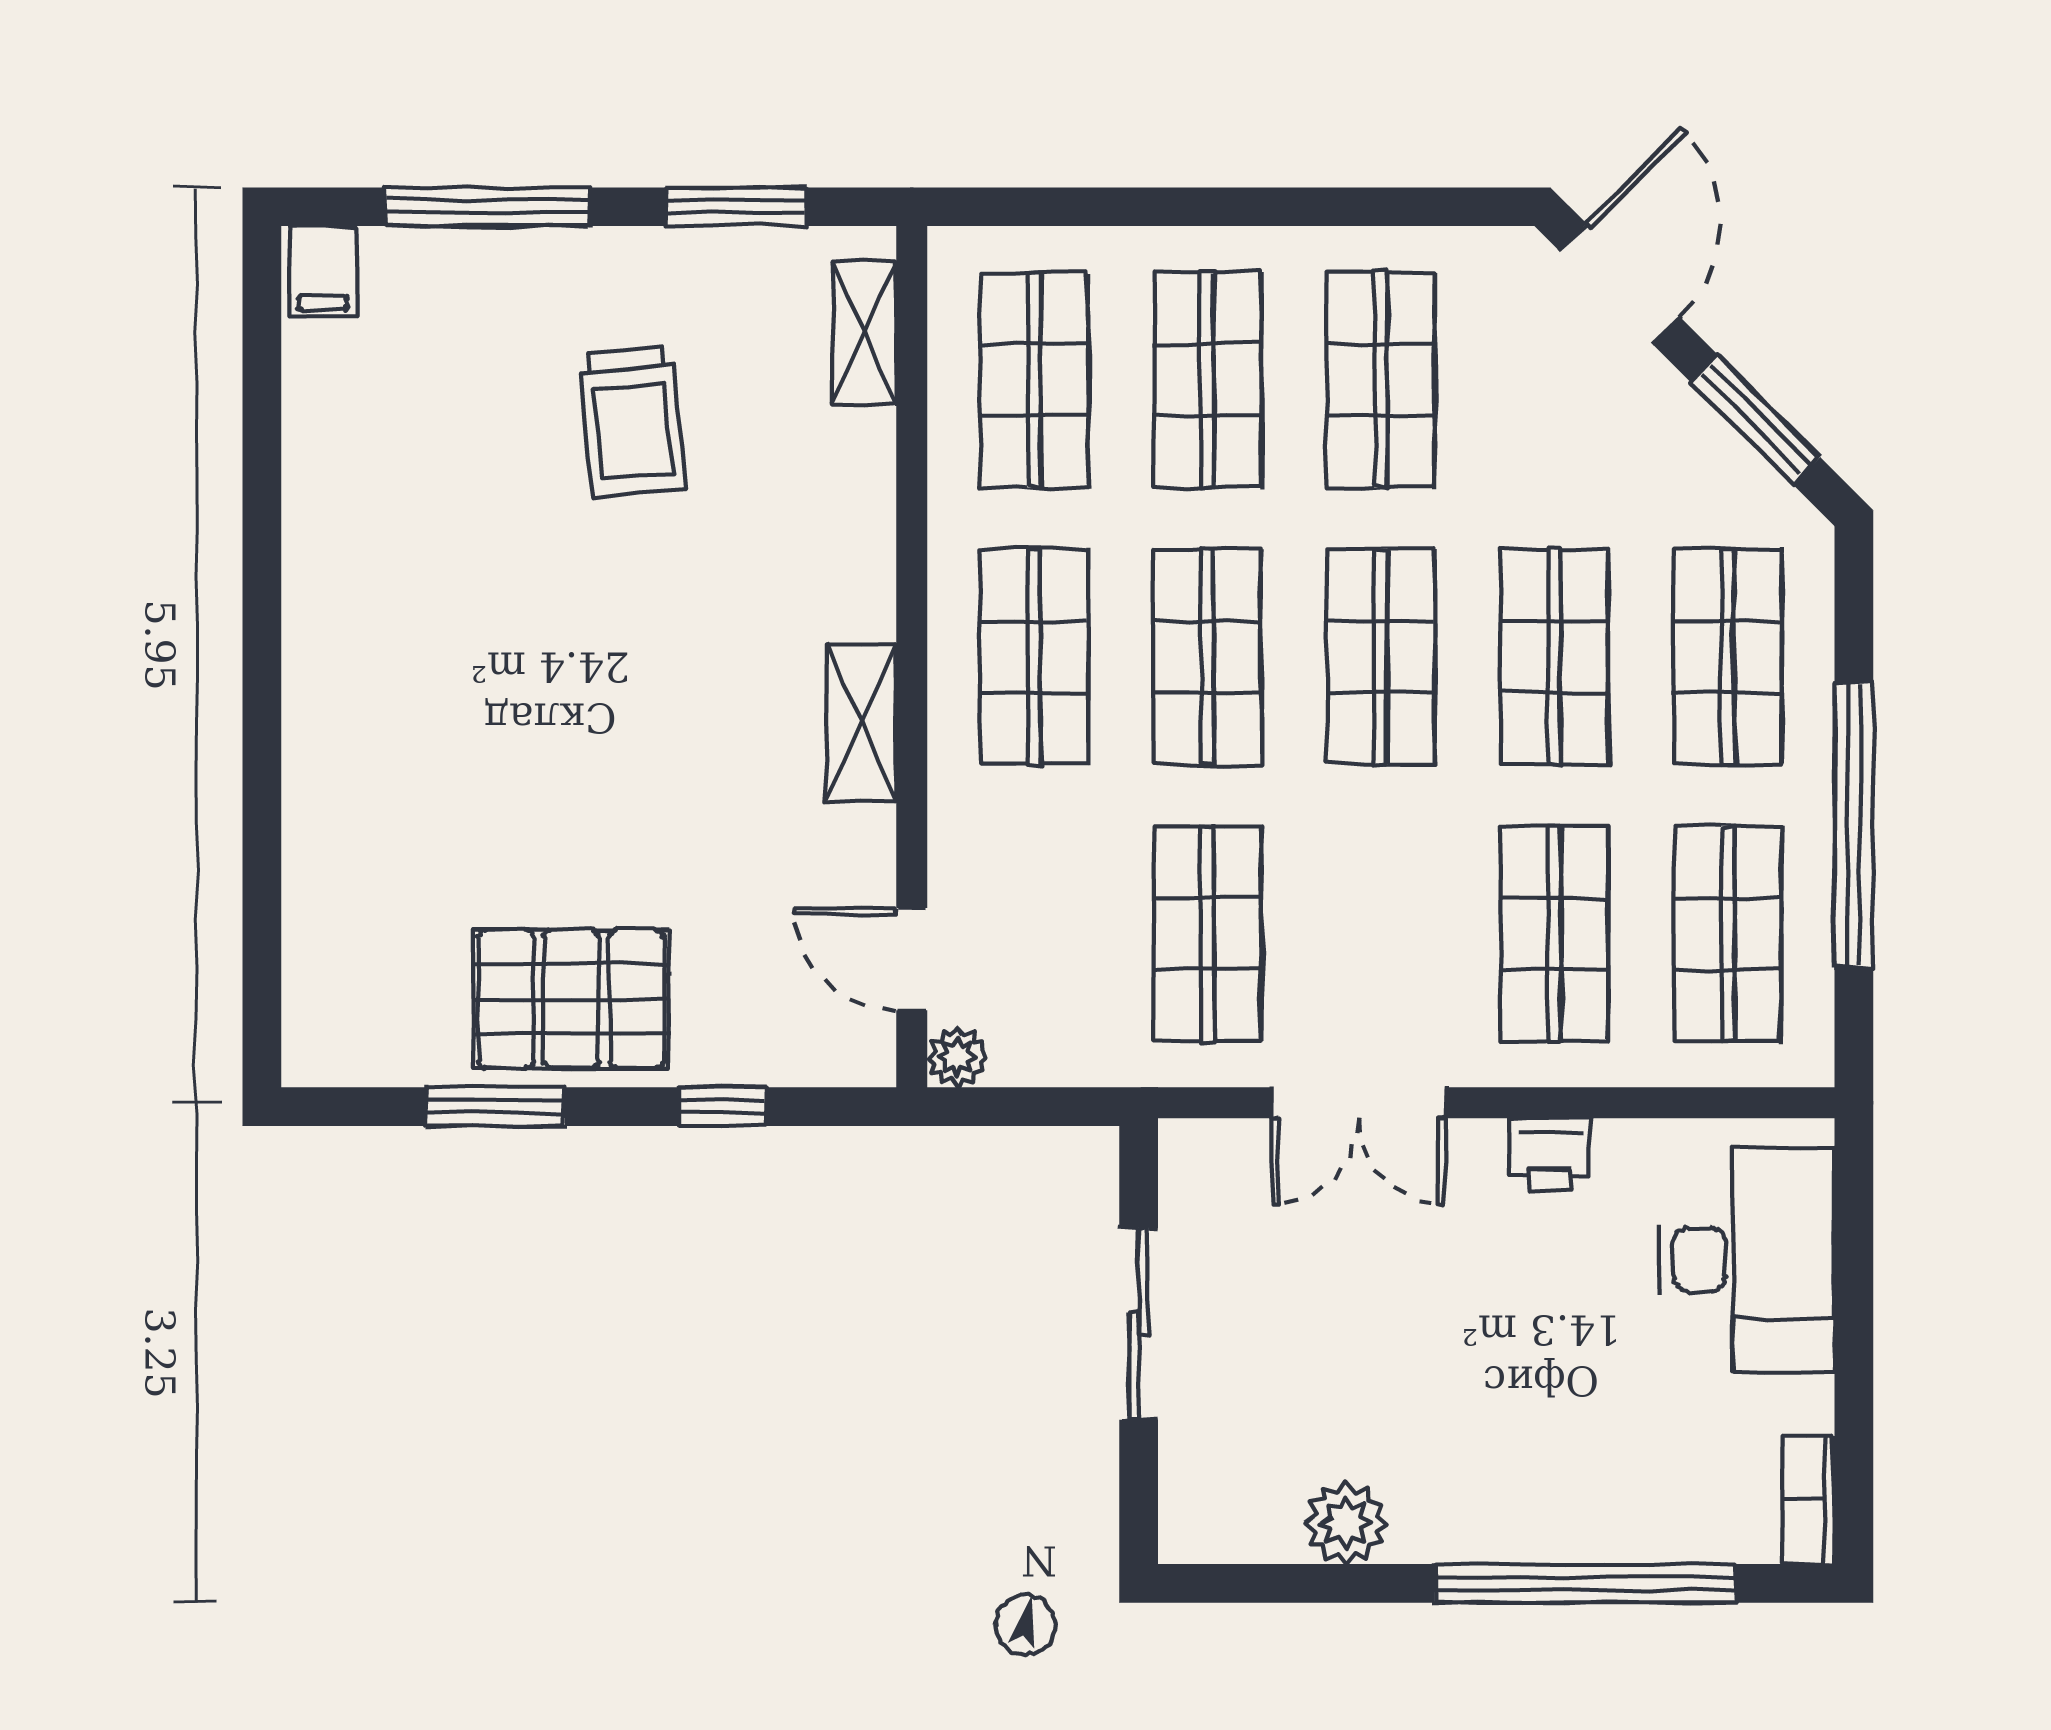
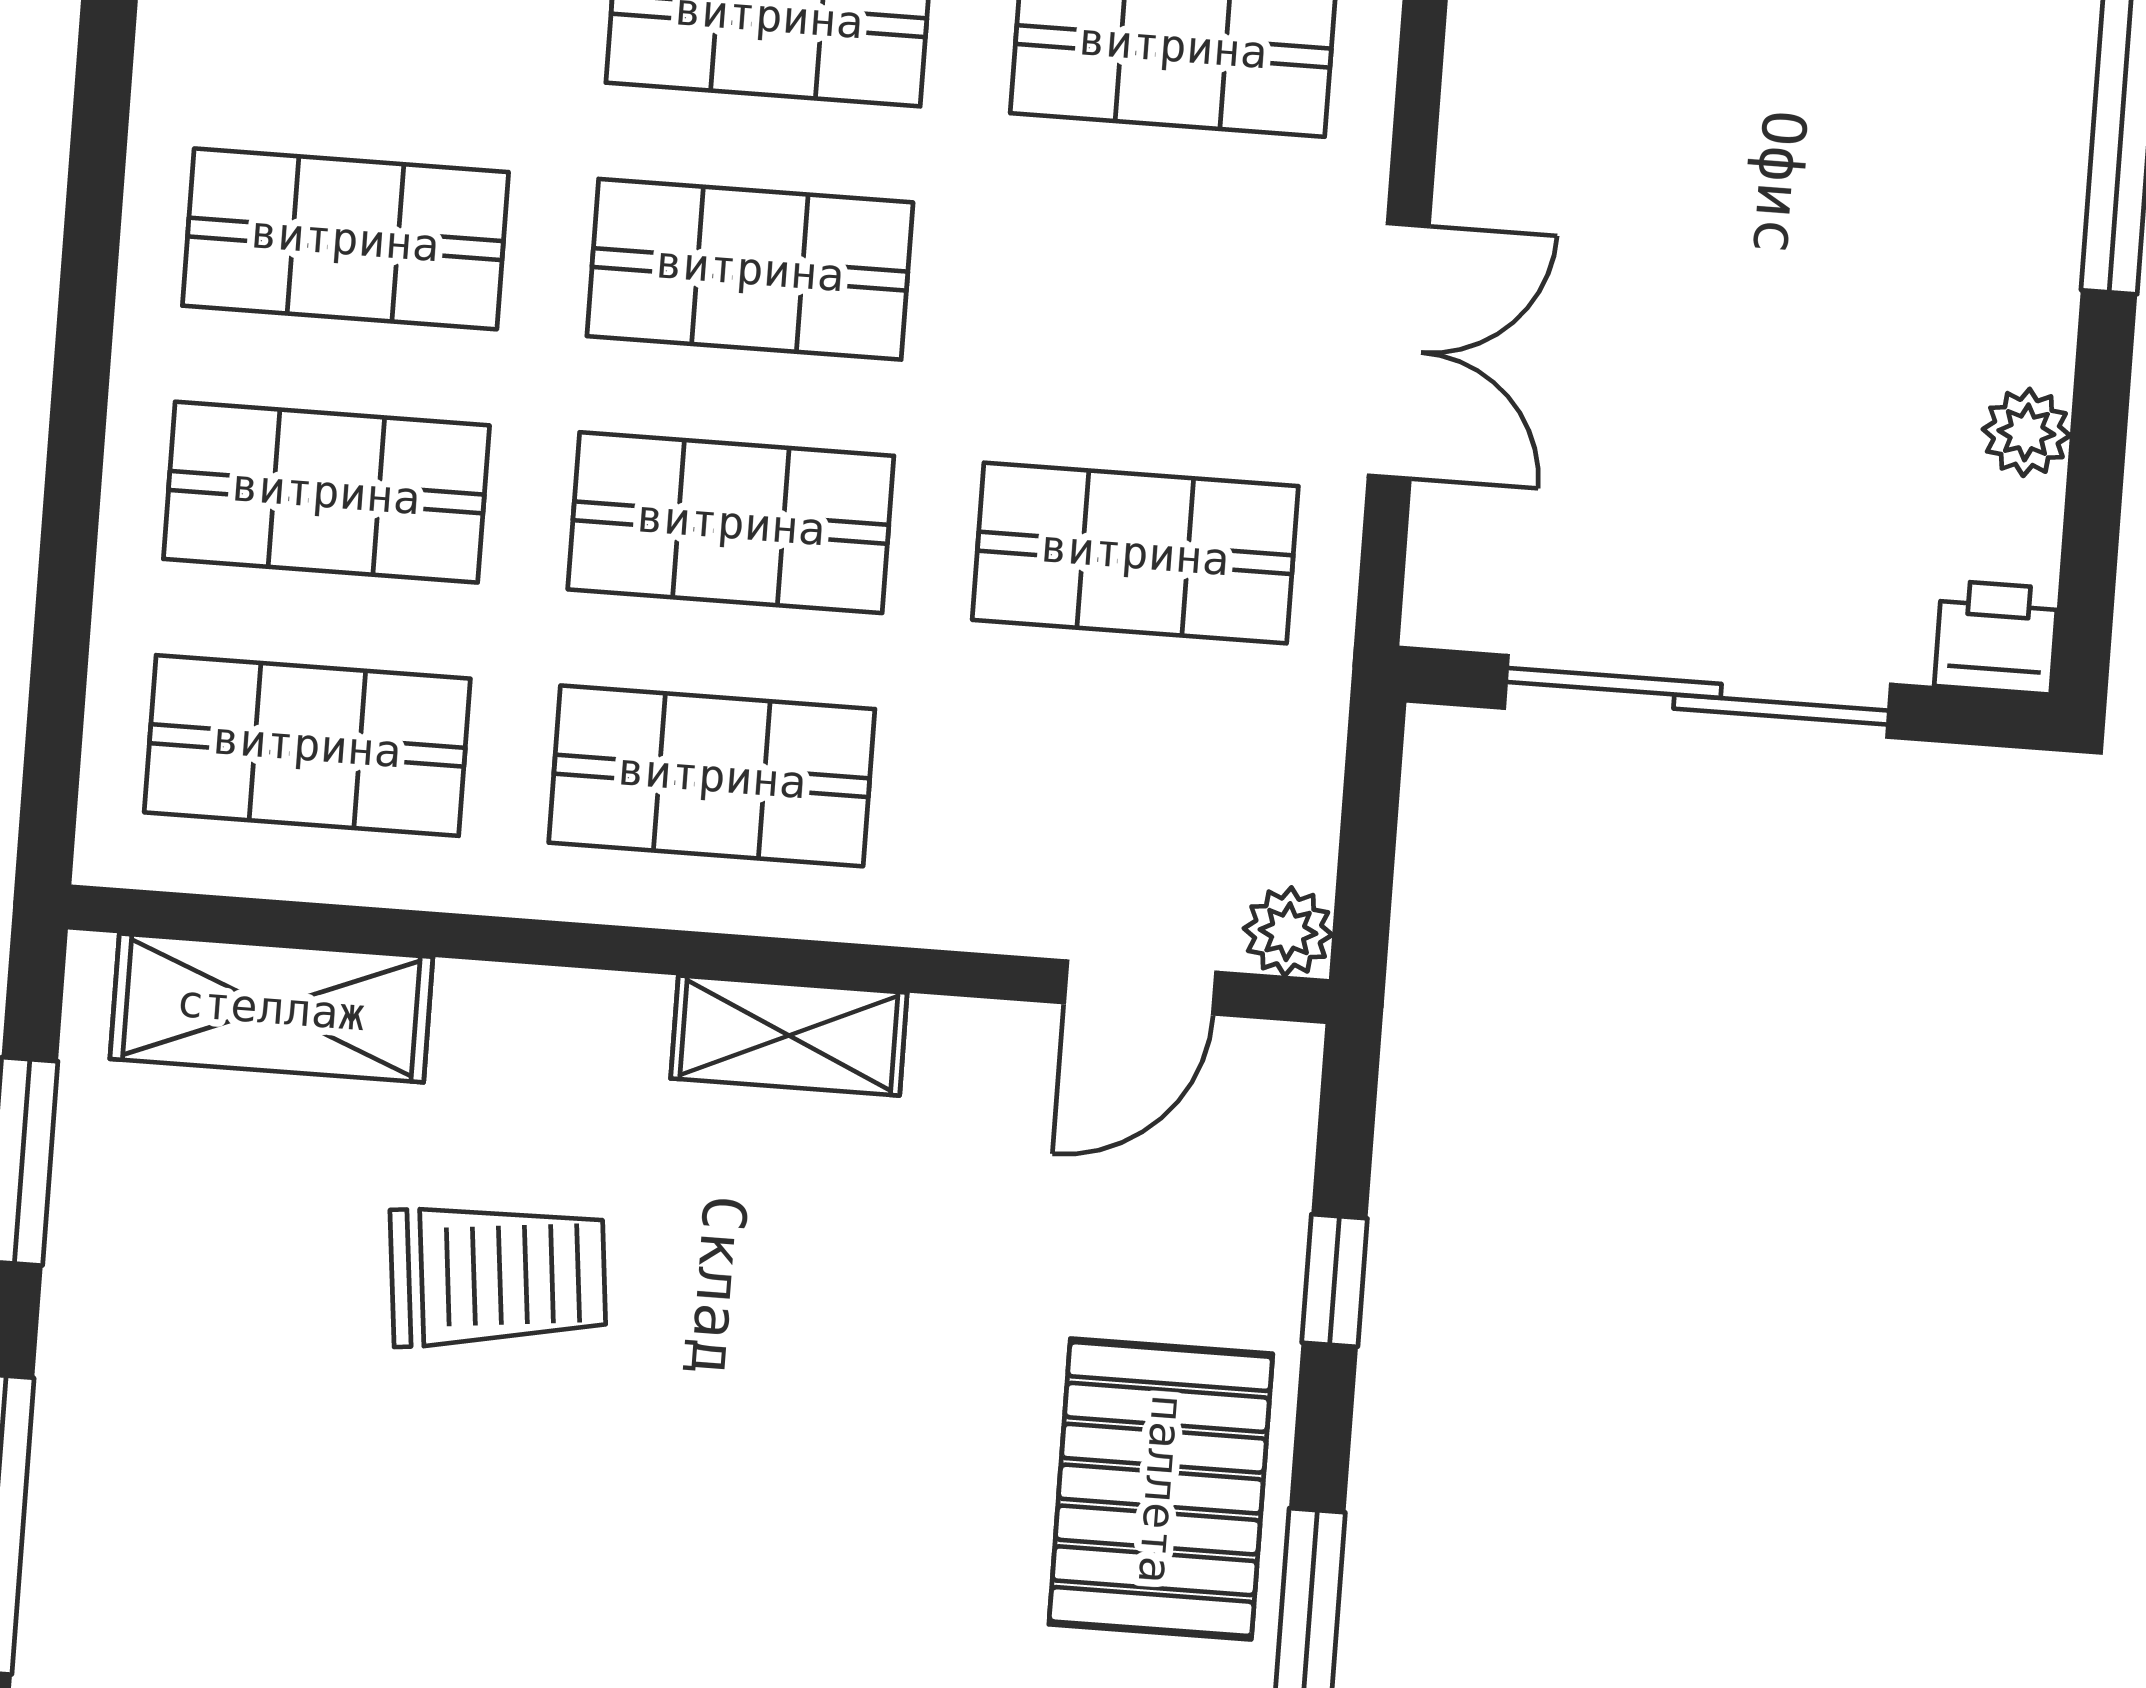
shelving: (864, 333) -> (271, 1008), width x1.50, depth x1.33
trolley: (632, 421) -> (498, 1275), moved
printer: (1550, 1154) -> (1996, 637), moved, turned -90
sliding door: (1139, 1324) -> (1697, 696), width x1.37
plant: (1346, 1523) -> (2026, 432), width x0.73, depth x0.73

